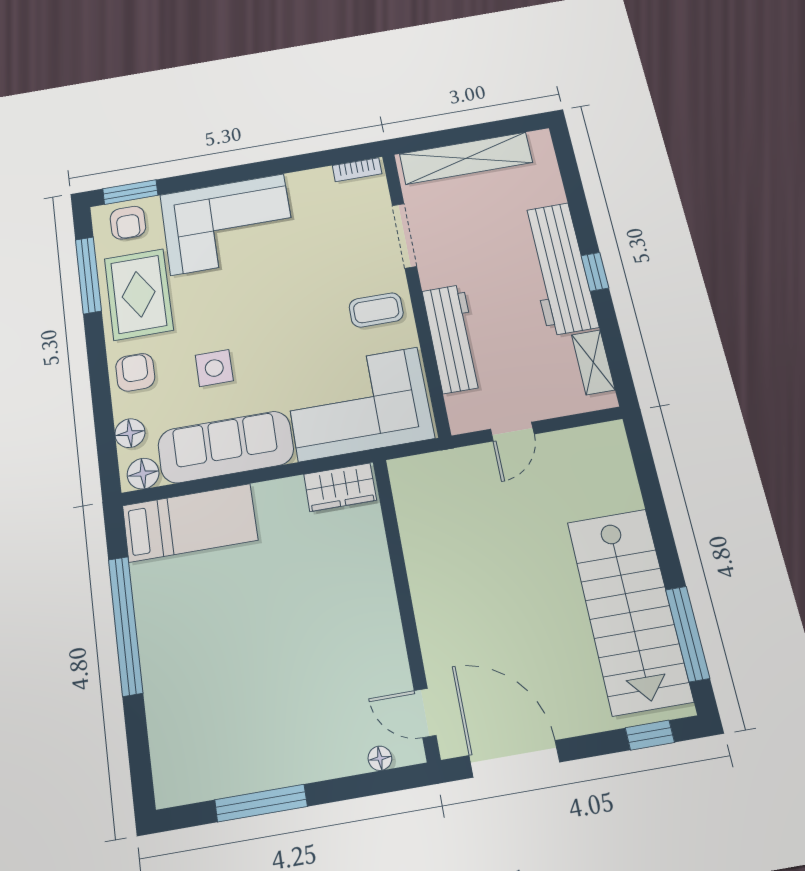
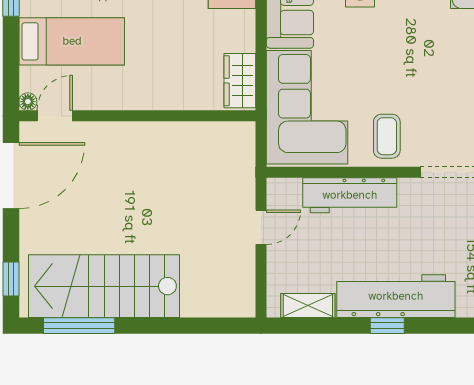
door: (512, 432) -> (261, 227), swing flipped
bed: (325, 707) -> (72, 41), added
floor lamp: (380, 758) -> (28, 102), moved

